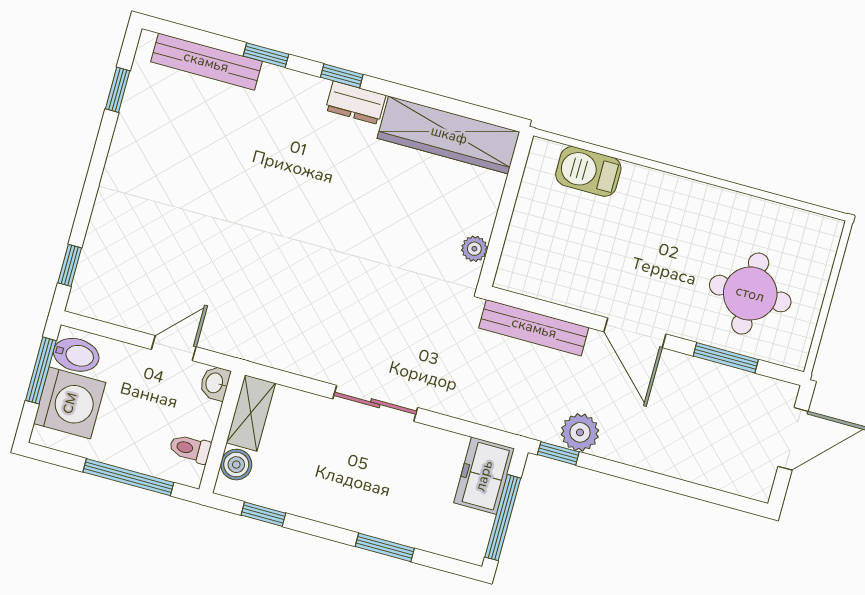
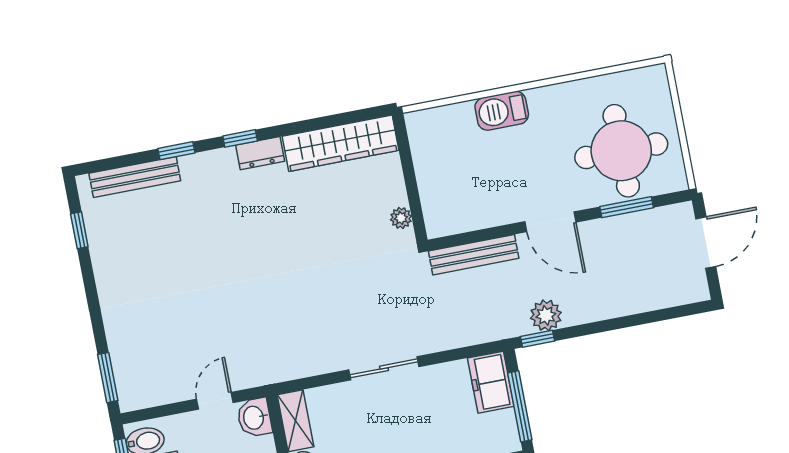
barbecue: (588, 171) -> (502, 111), moved
window: (70, 265) -> (108, 378), width x1.50
round table: (750, 294) -> (621, 151), width x1.36, depth x1.36
washbasin: (215, 383) -> (254, 418), width x1.38, depth x1.45

